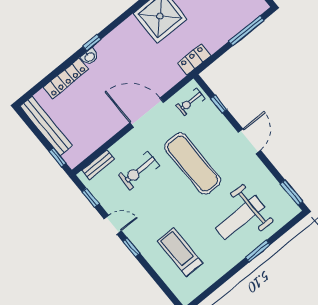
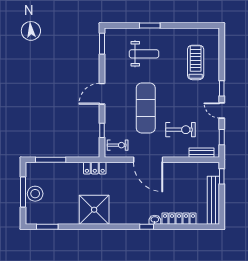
weight bench: (240, 217) -> (144, 54), width x0.73, depth x0.75
treadmill: (180, 252) -> (196, 62), turned 180

